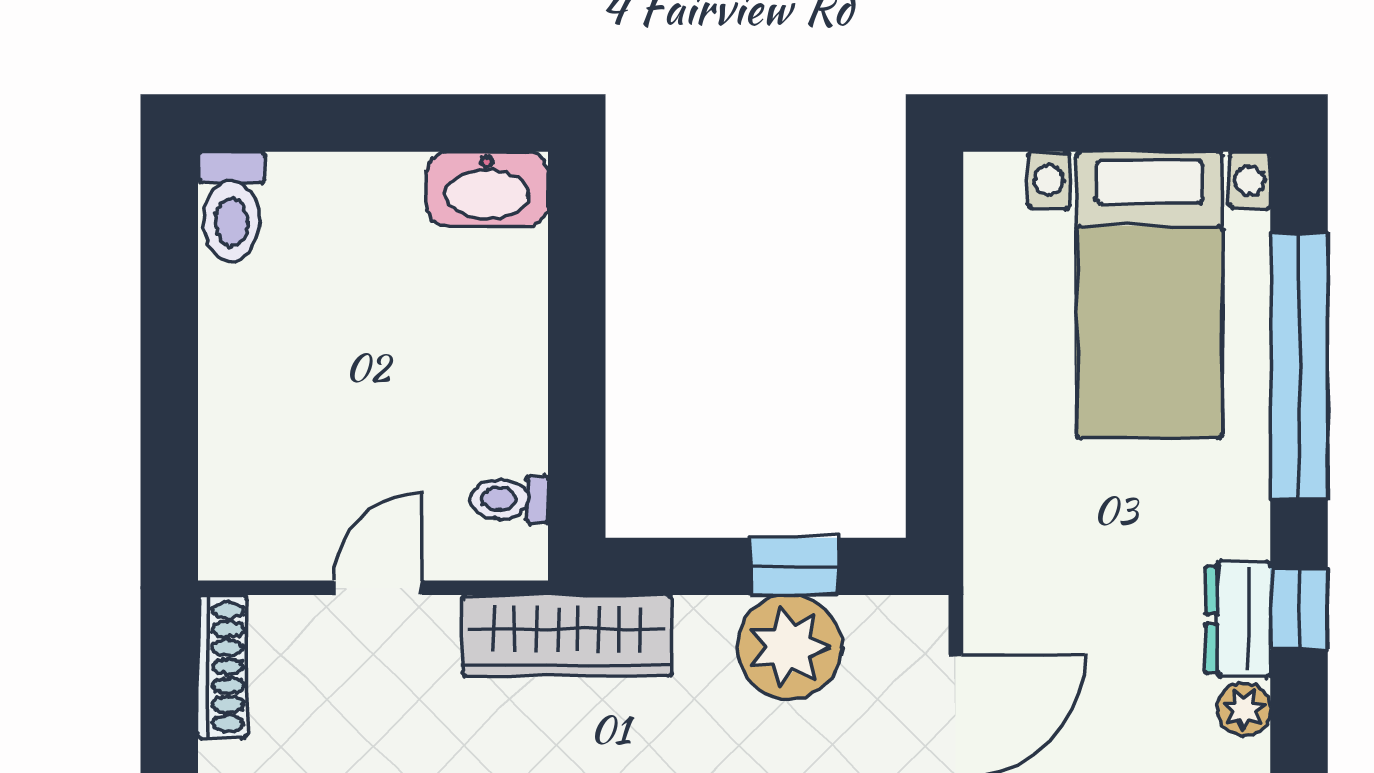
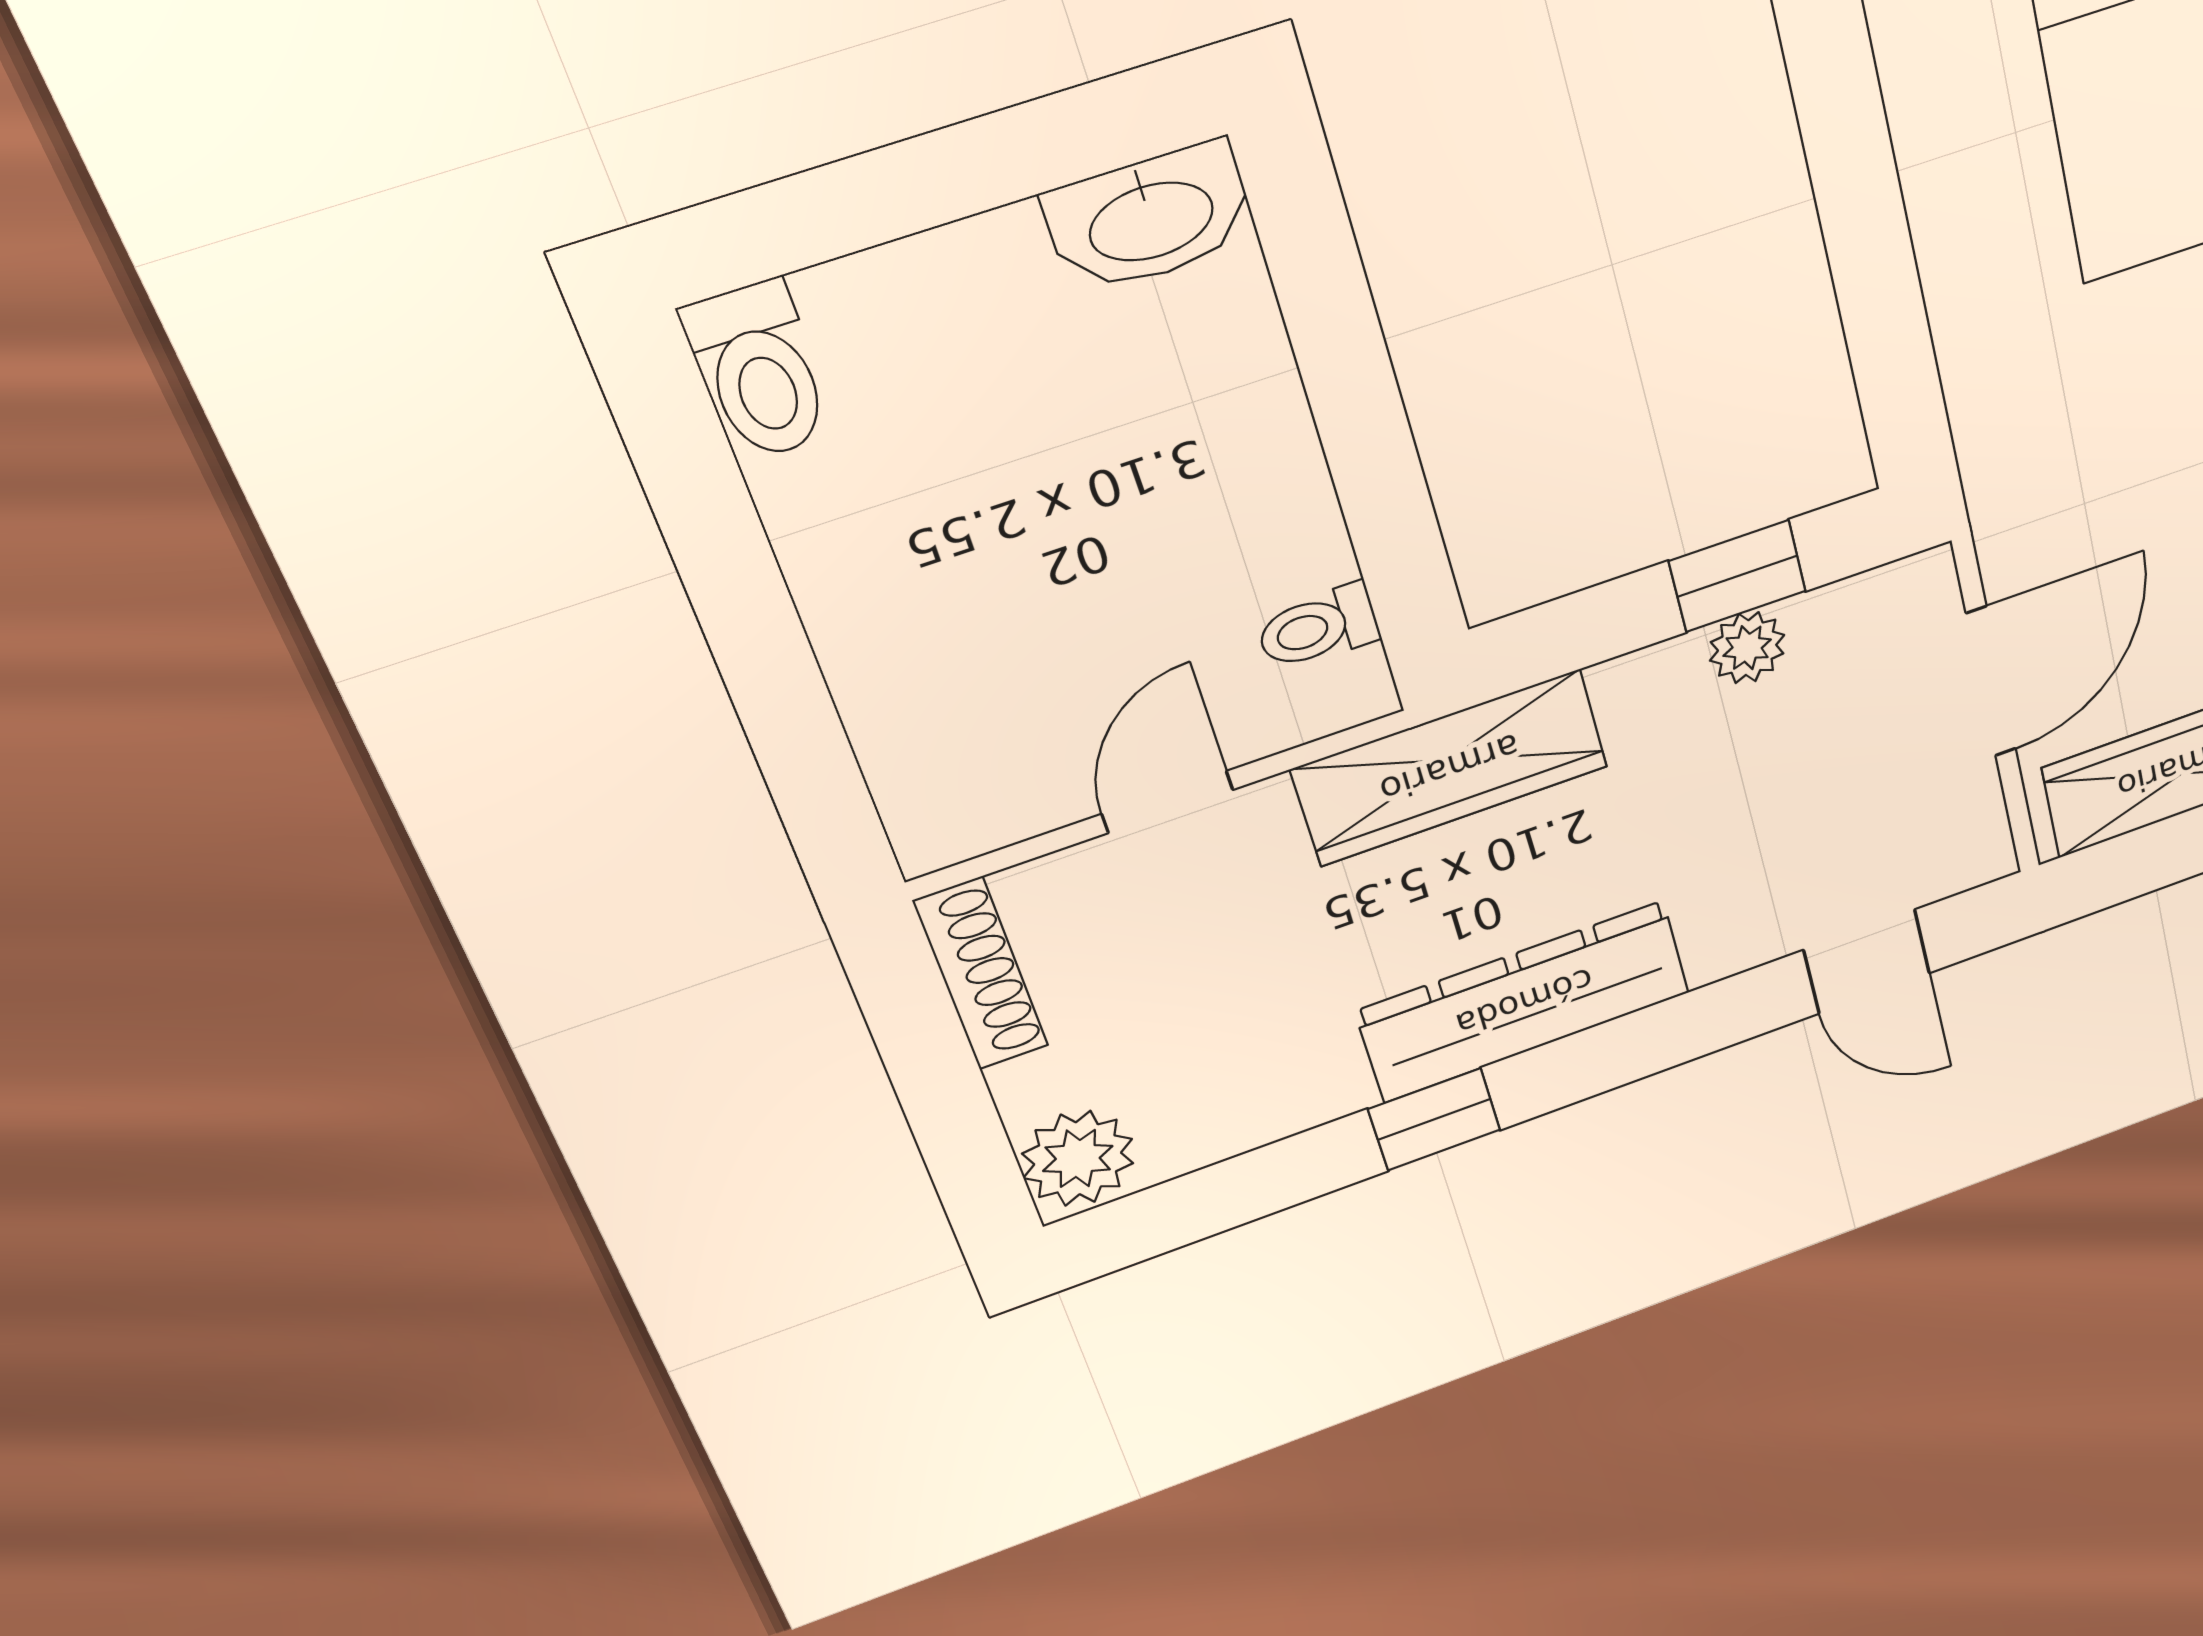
plant: (789, 647) -> (1747, 648), width x0.53, depth x0.53

